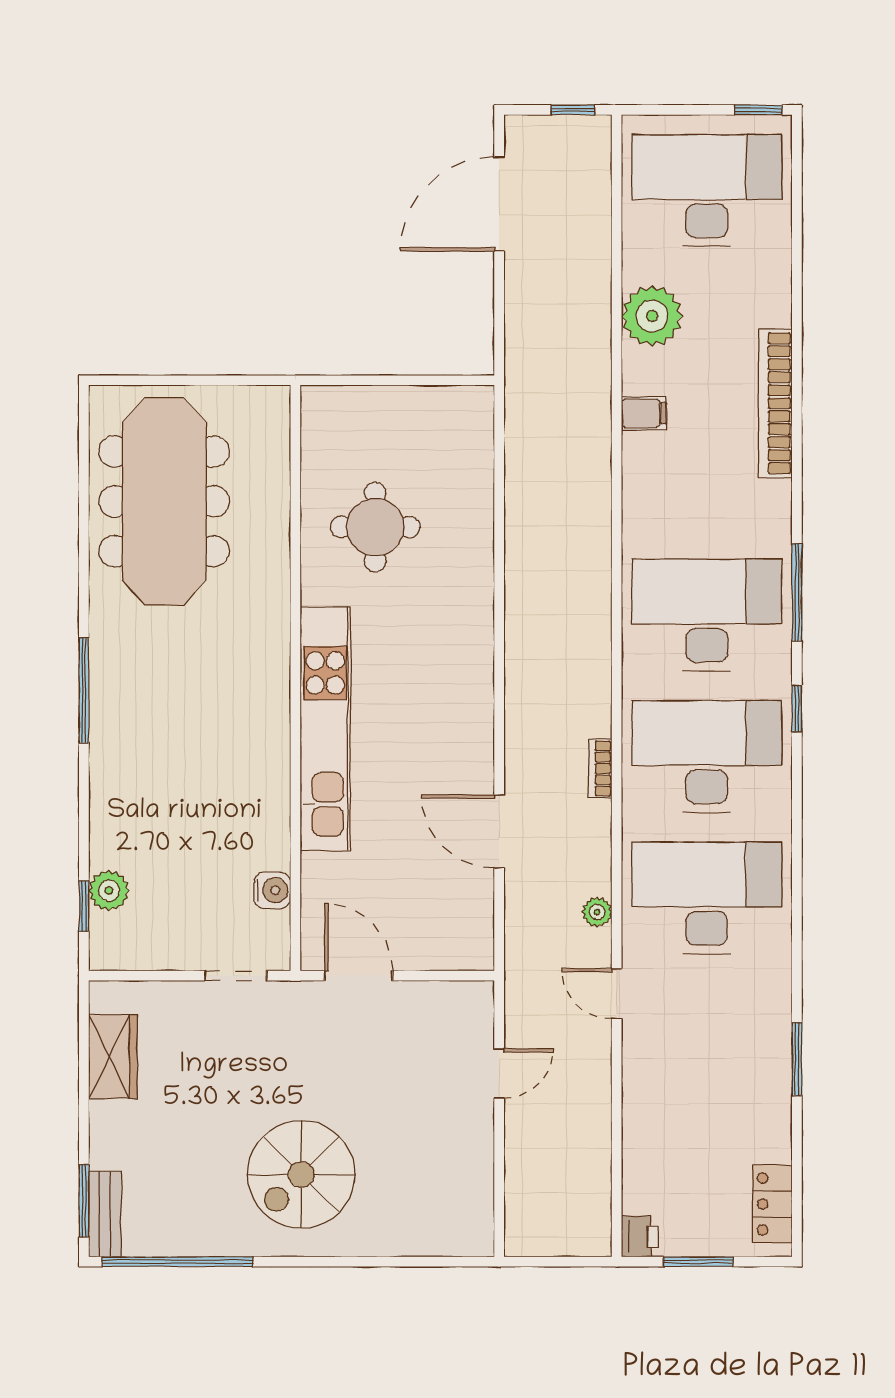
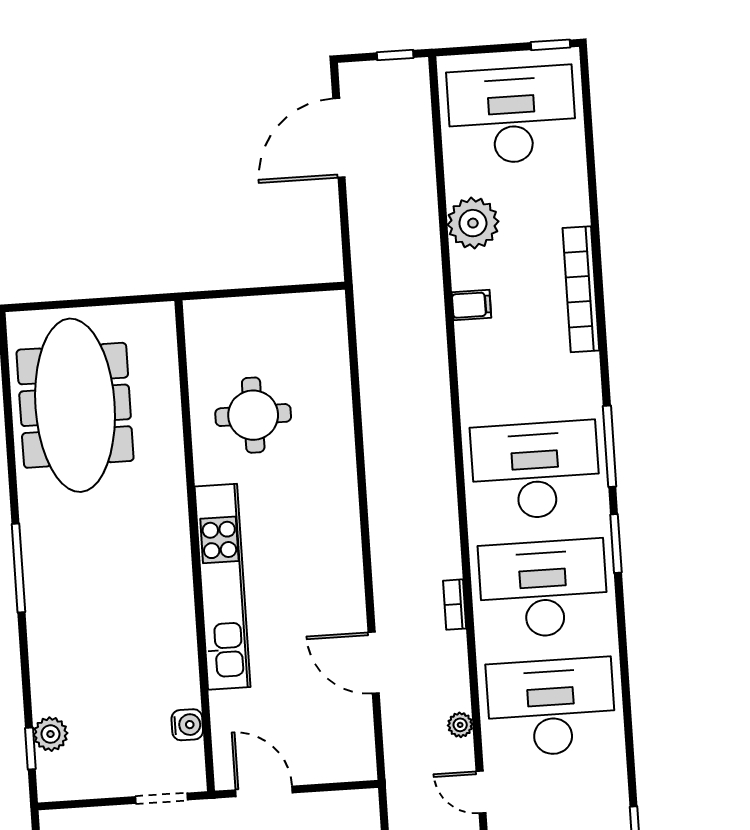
window: (797, 708) -> (616, 543), width x1.50

